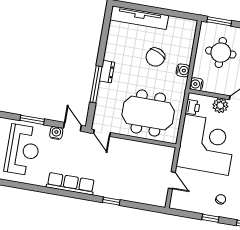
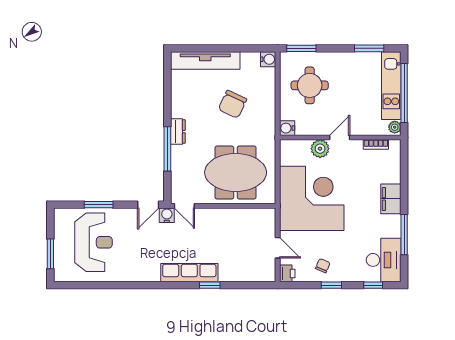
water cooler: (183, 70) -> (268, 59), moved
printer: (193, 107) -> (287, 273), moved
door: (72, 127) -> (148, 205), swing flipped
water cooler: (56, 133) -> (167, 215), moved
row of seats: (71, 184) -> (189, 273), moved
chair: (221, 199) -> (323, 266), moved

